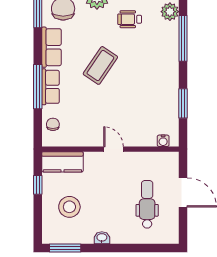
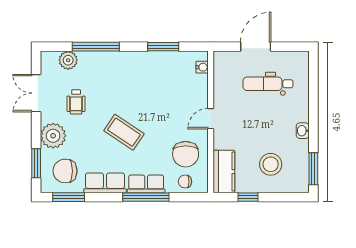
chair: (79, 125) -> (186, 154), added

